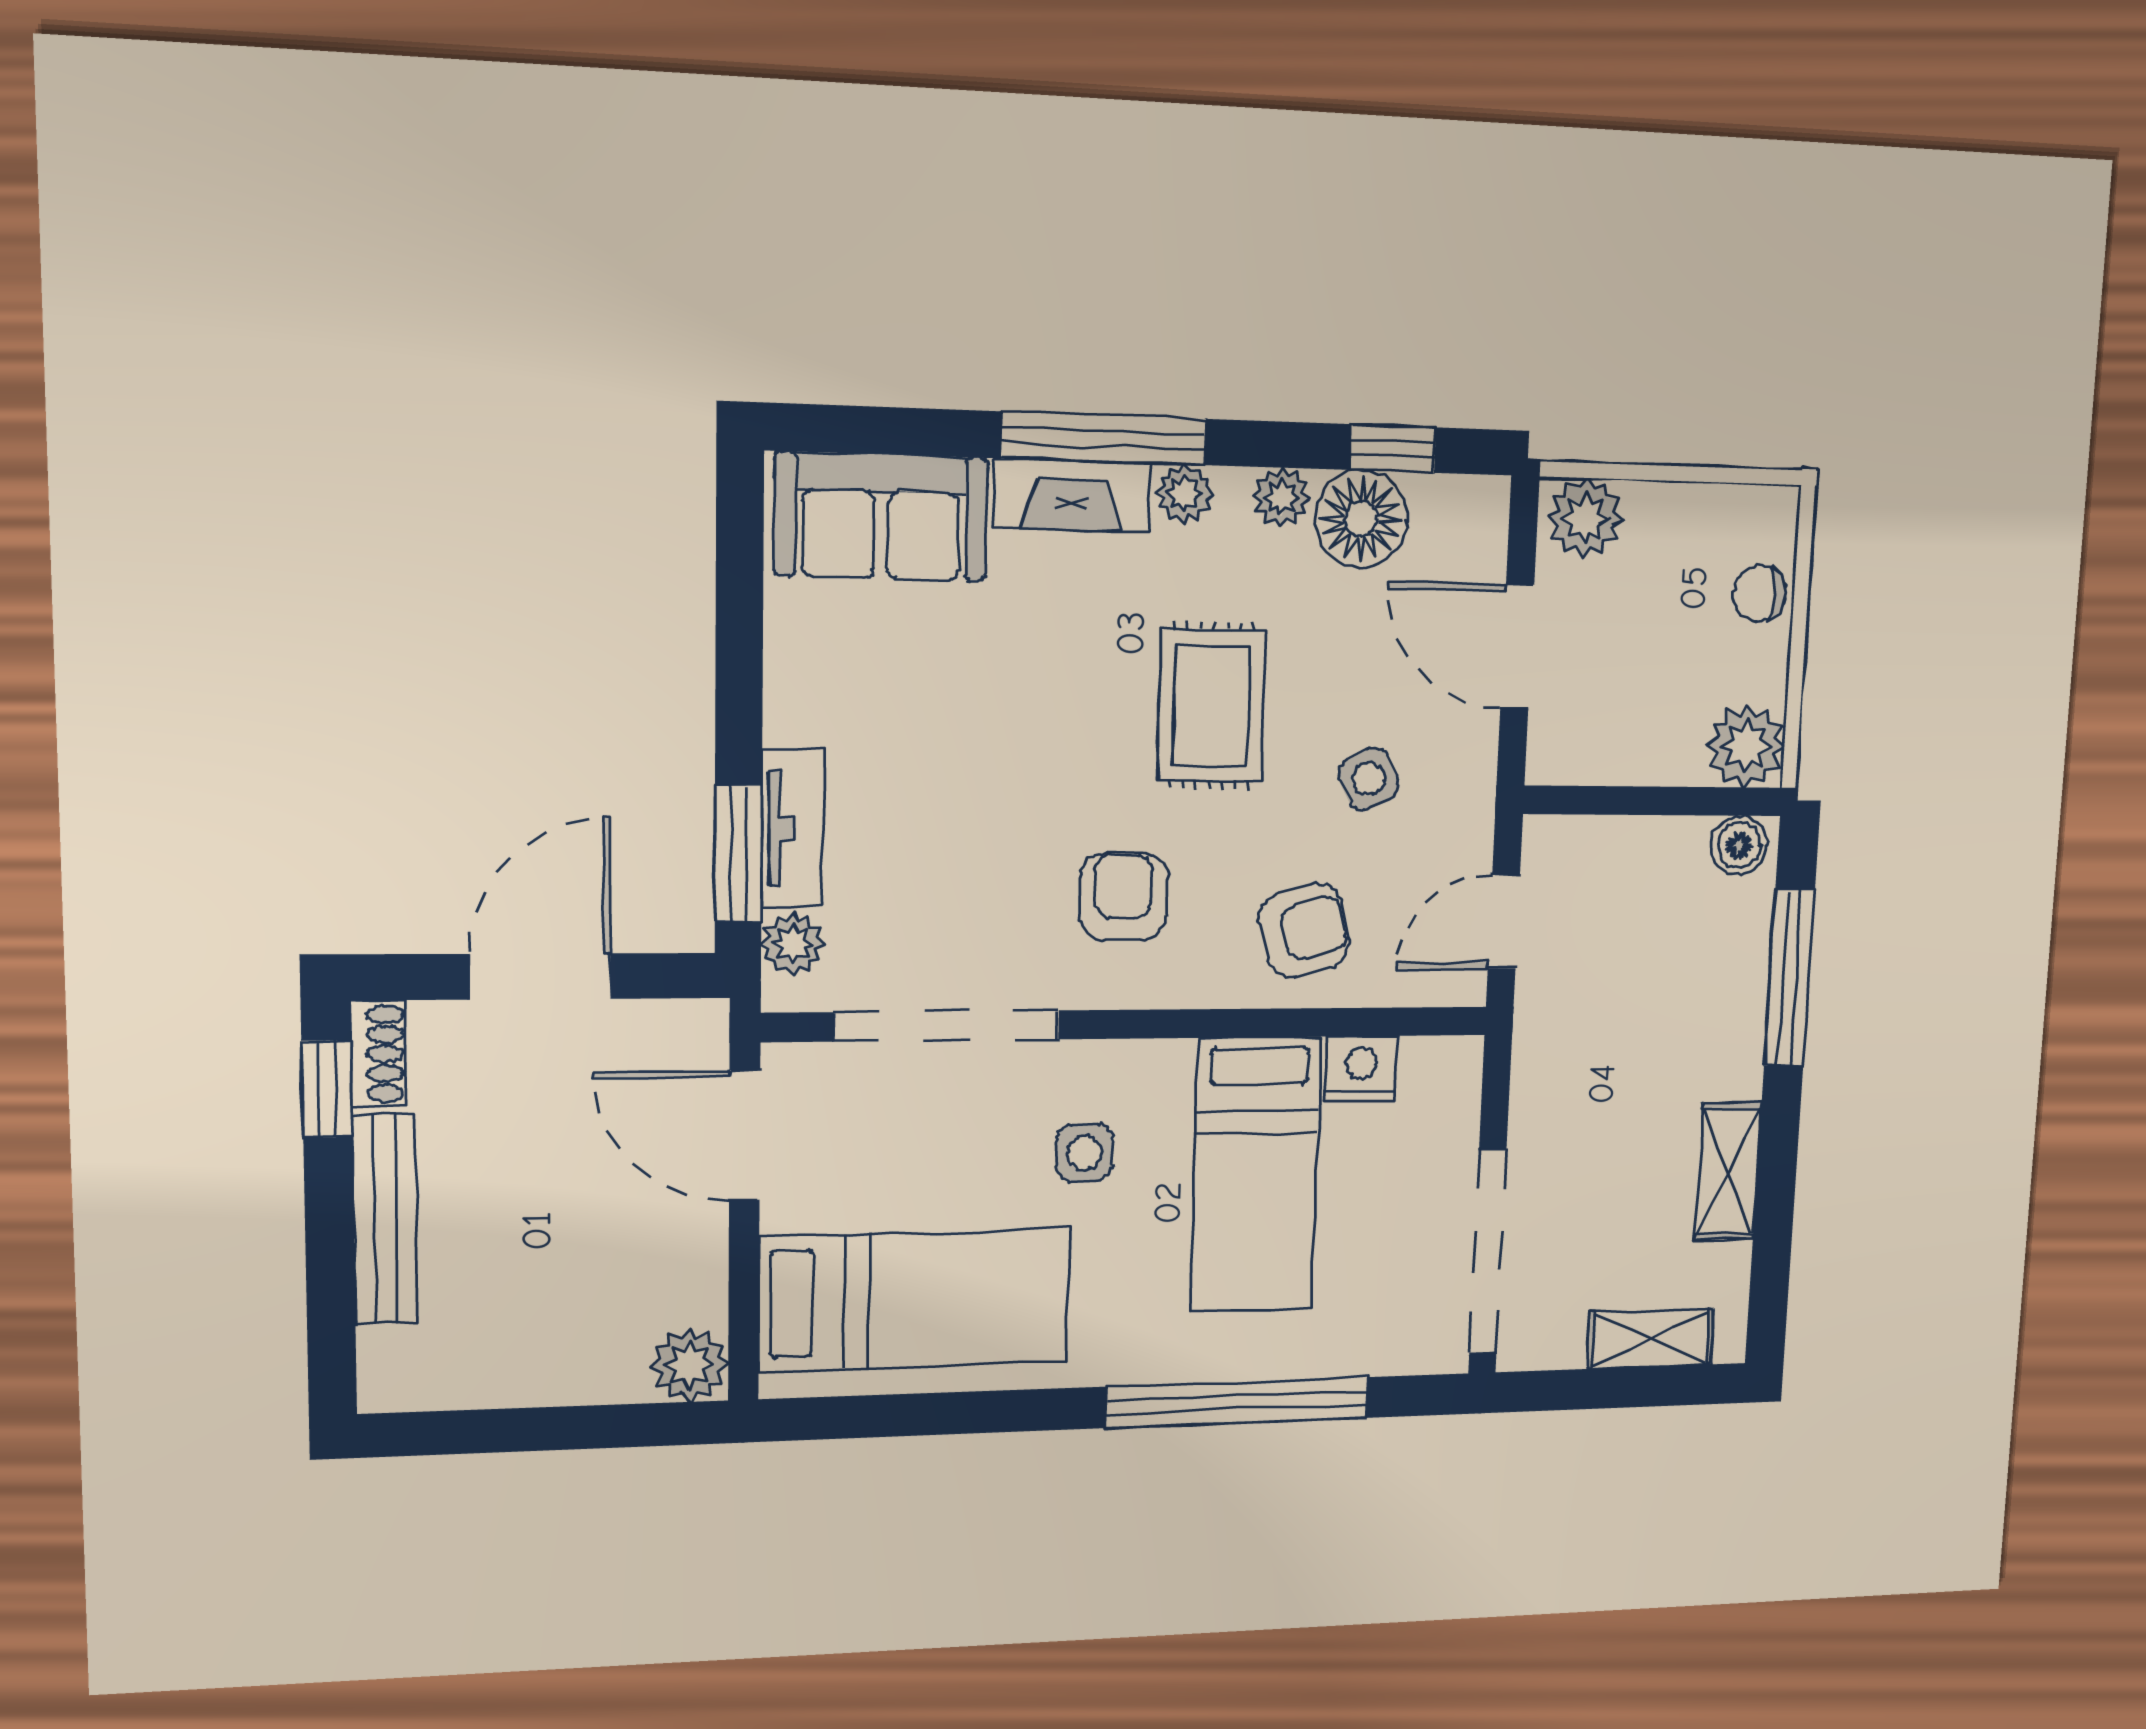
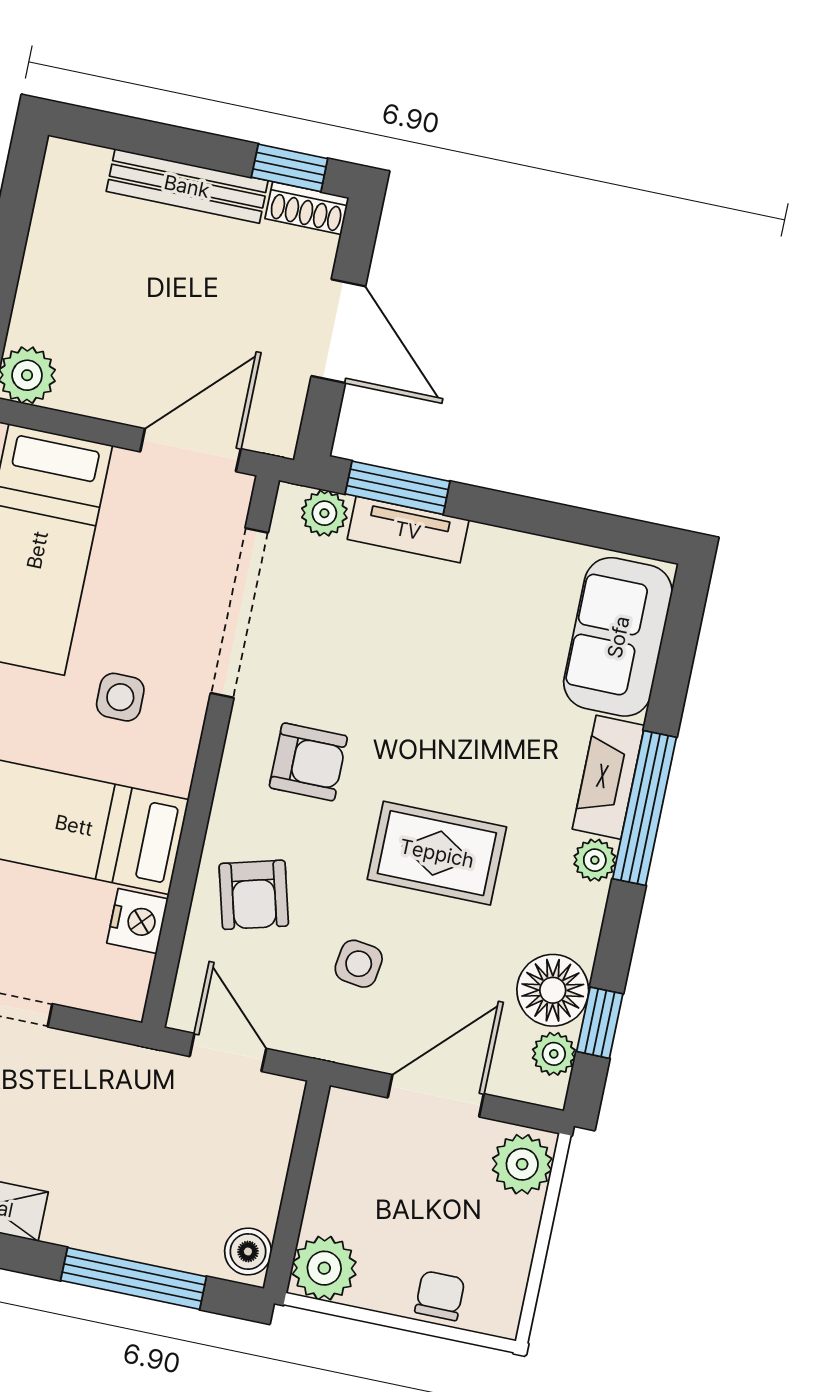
plant: (1282, 497) -> (554, 1054), moved
side table: (1368, 779) -> (359, 964), turned 36

